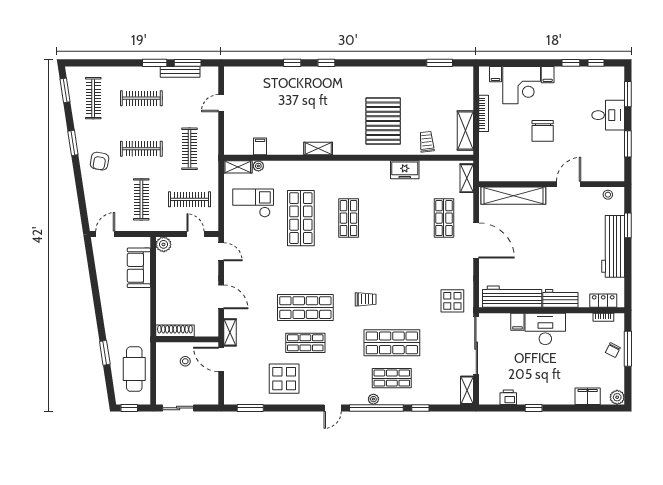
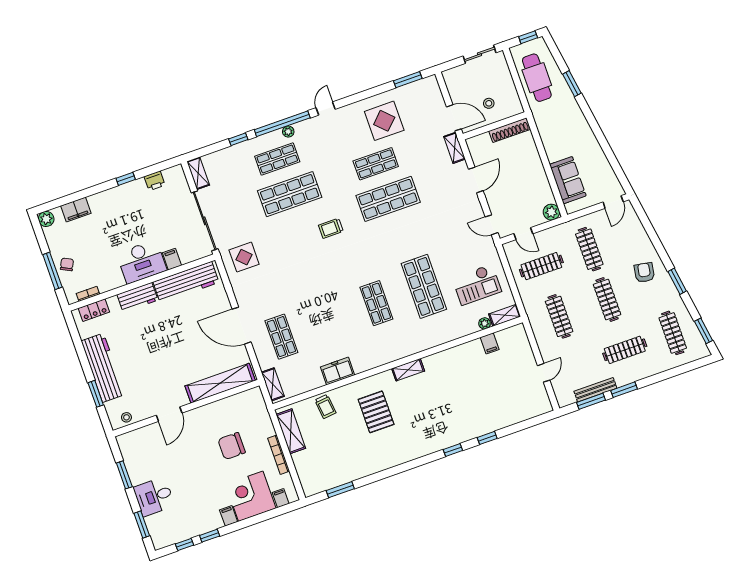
pallet: (383, 121) -> (376, 412), width x0.73, depth x0.71
chair: (543, 131) -> (232, 446), moved, turned -90
clothes rail: (141, 149) -> (607, 300), turned 90
shelving: (318, 149) -> (408, 370), moved
door: (221, 297) -> (476, 180), swing flipped

